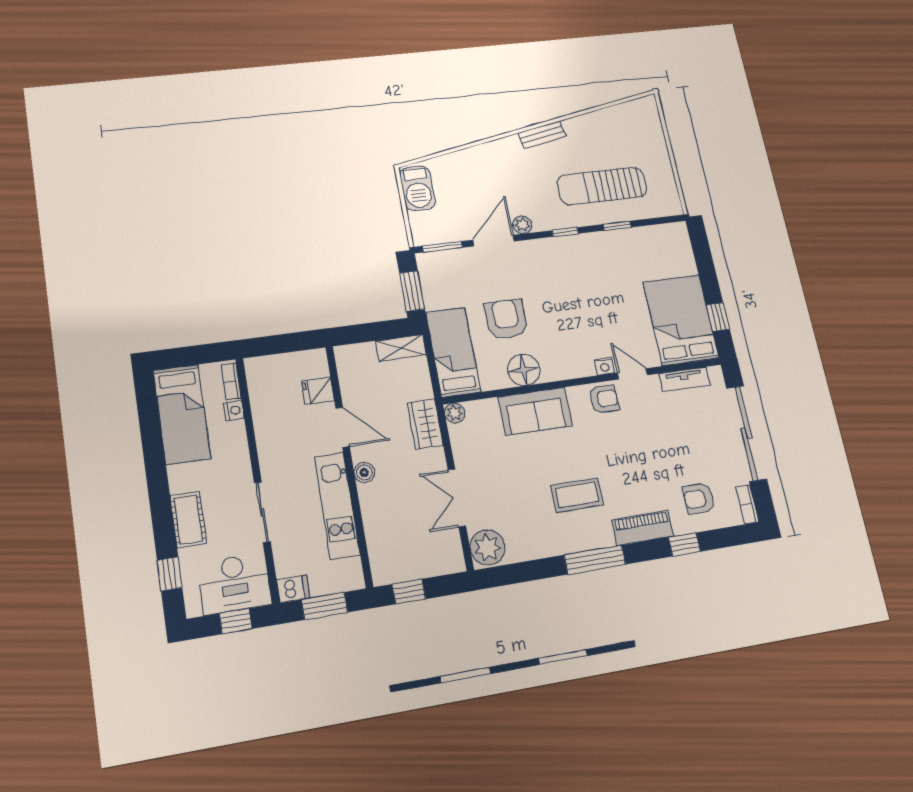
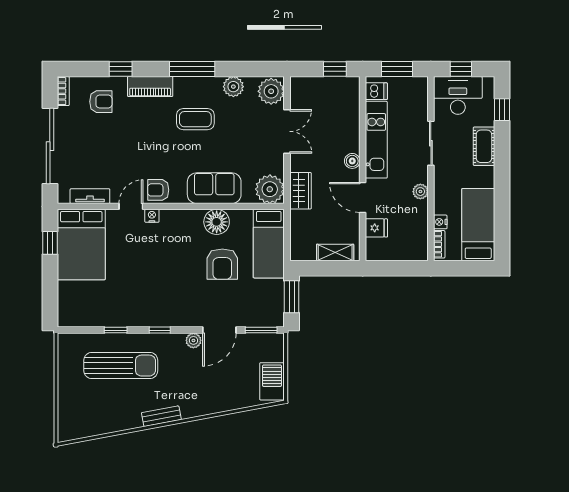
shelving: (401, 348) -> (335, 253), moved
door: (632, 374) -> (131, 206), swing flipped
plant: (455, 413) -> (270, 189), width x1.87, depth x1.87
plant: (267, 446) -> (420, 192), added
plant: (538, 545) -> (233, 87), added
dishwasher: (293, 589) -> (376, 91), moved, turned 180

